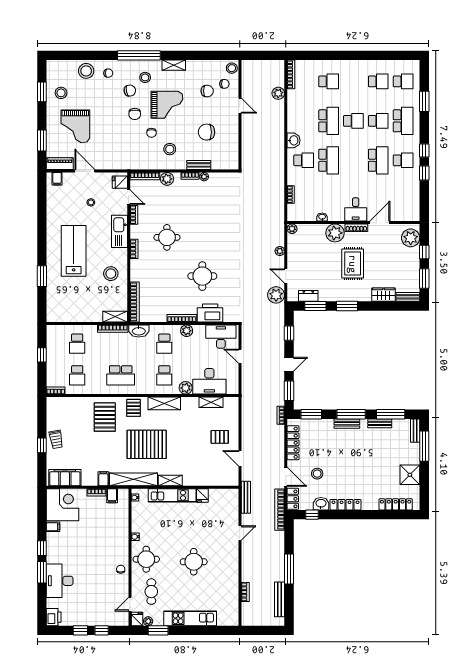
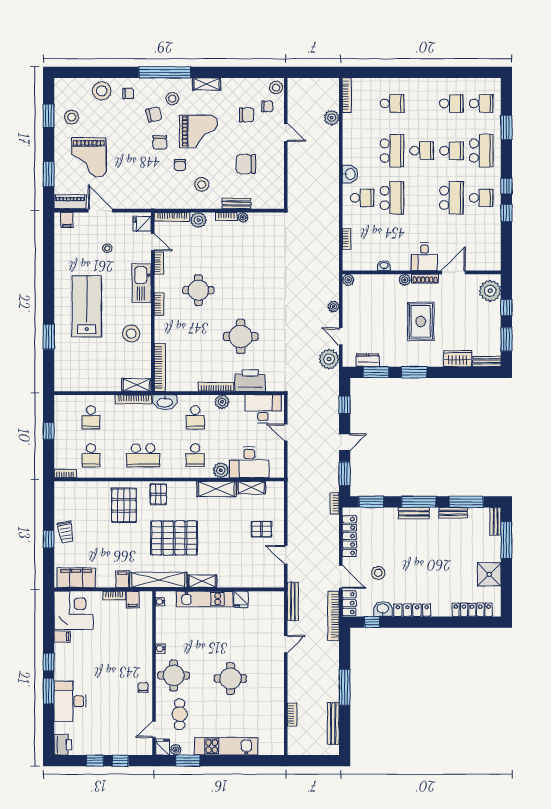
plant: (335, 233) -> (405, 280), width x0.53, depth x0.53
shelving: (164, 403) -> (216, 489), moved

